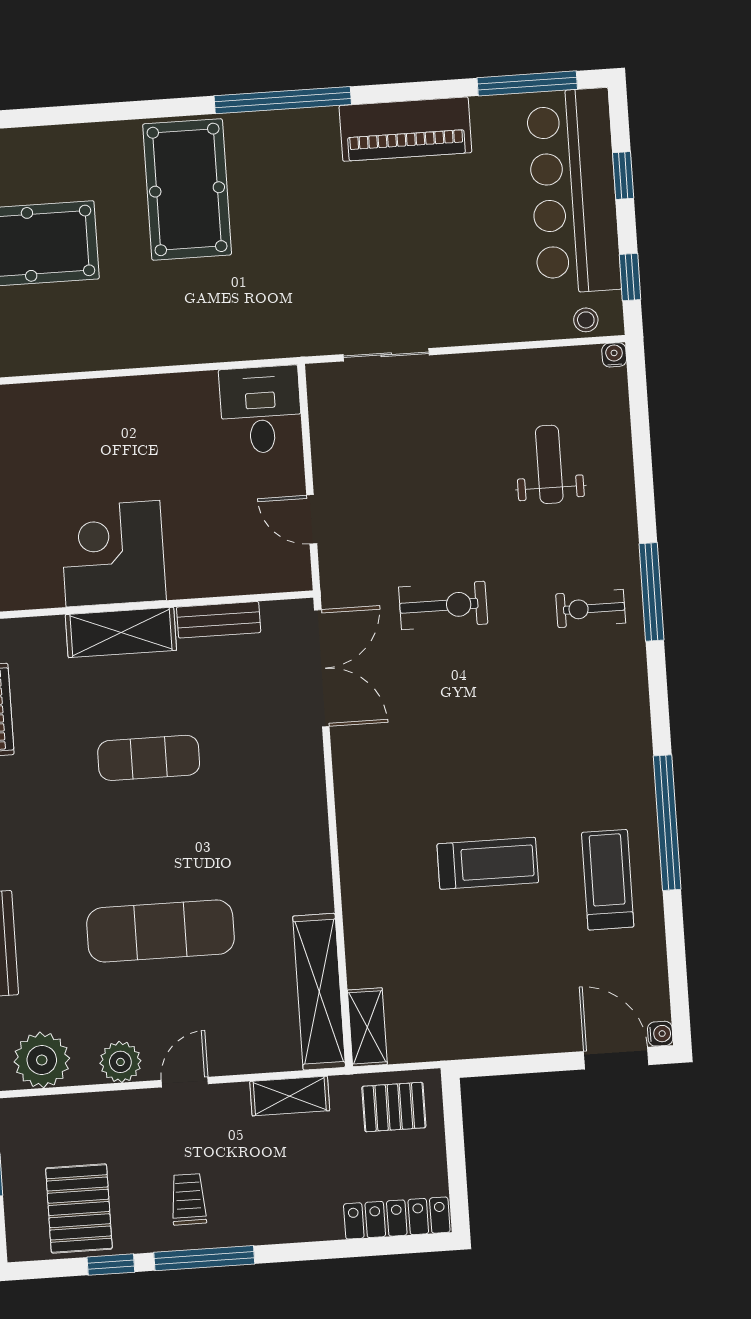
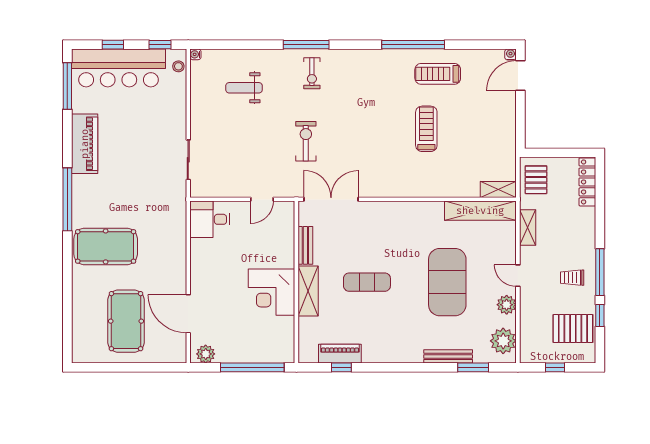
door: (54, 377) -> (188, 314), added
exercise mat: (149, 758) -> (367, 282), turned 90
exercise mat: (160, 931) -> (447, 282), width x1.47

